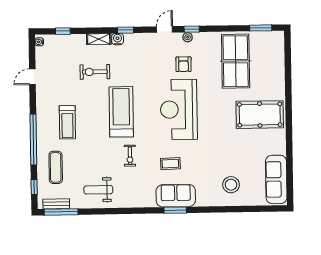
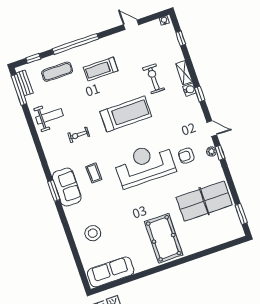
exercise bike: (130, 156) -> (79, 135), moved
weight bench: (98, 190) -> (50, 116), turned 90

